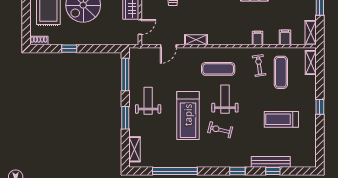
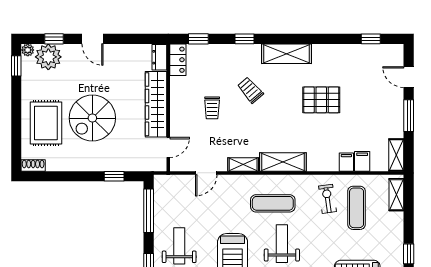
shelving: (226, 38) -> (283, 162), added
filing cabinet: (257, 38) -> (346, 162), moved
window: (69, 49) -> (114, 176), moved

